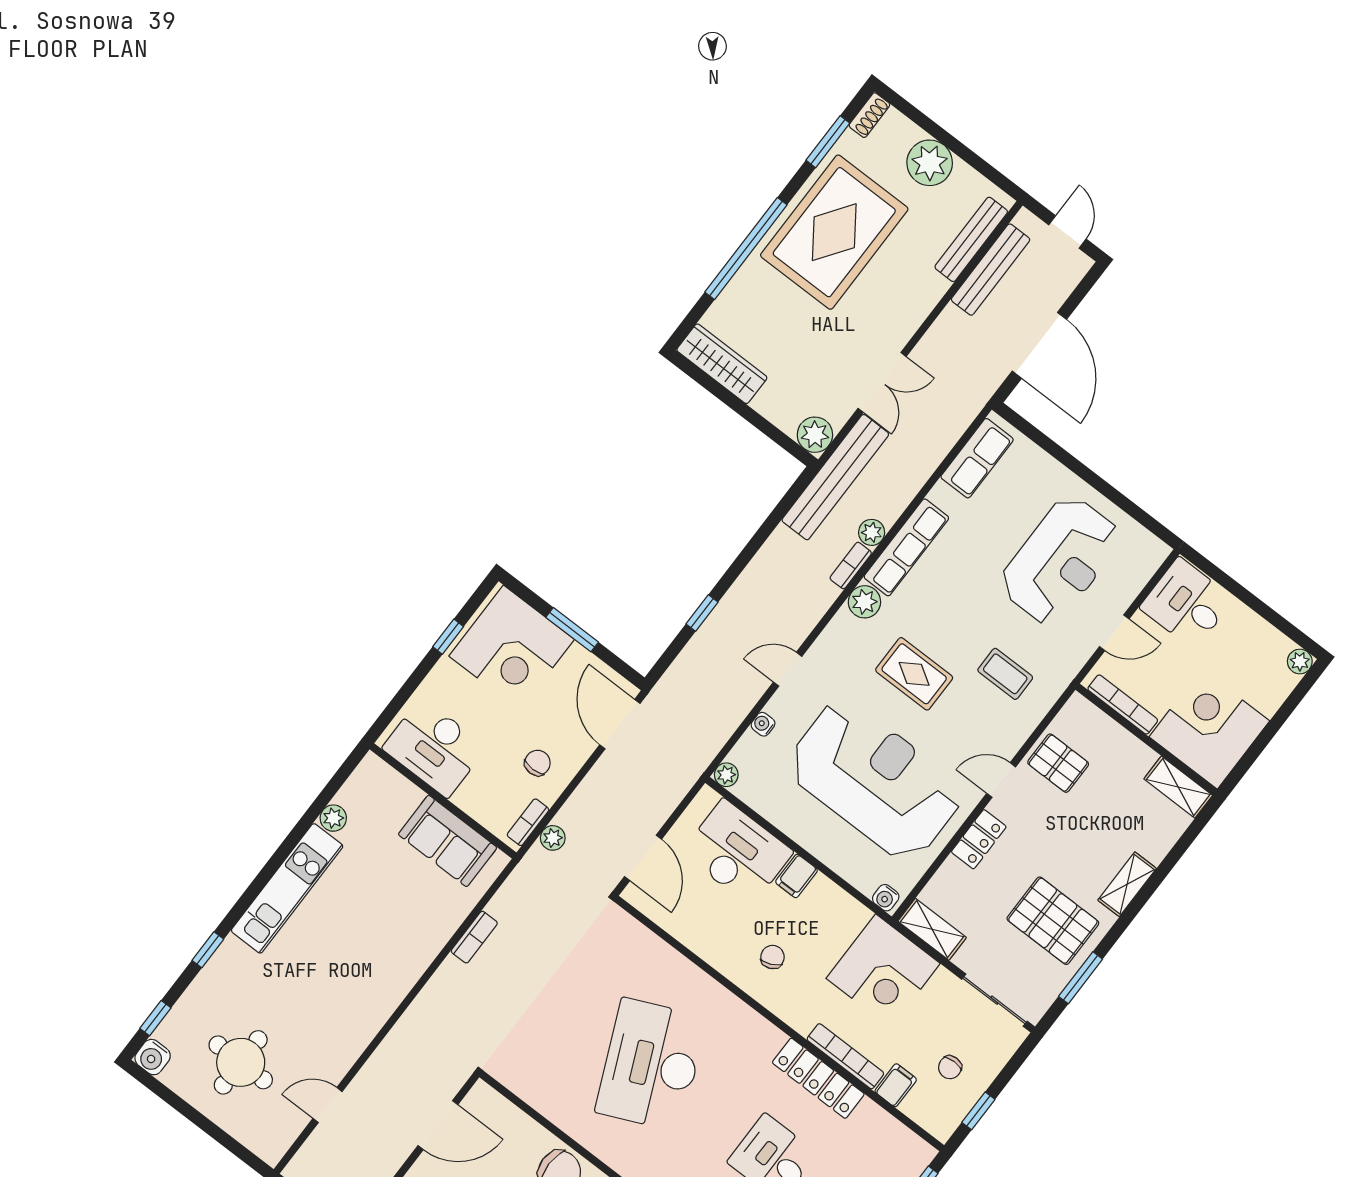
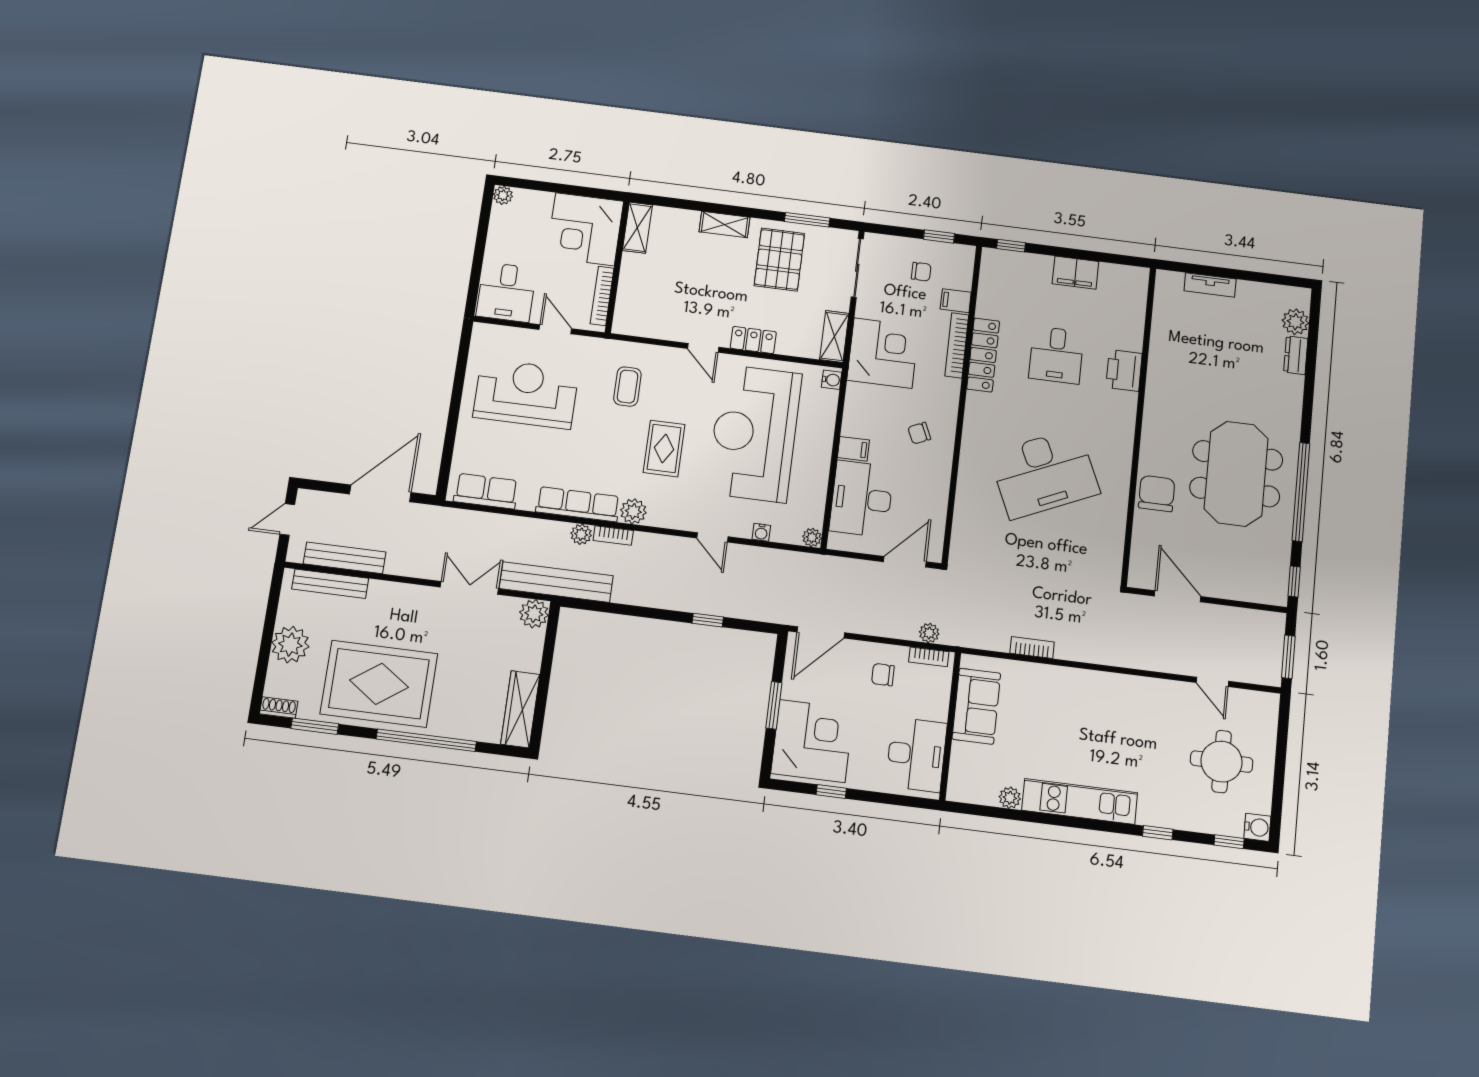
pallet: (1058, 763) -> (669, 316), removed

